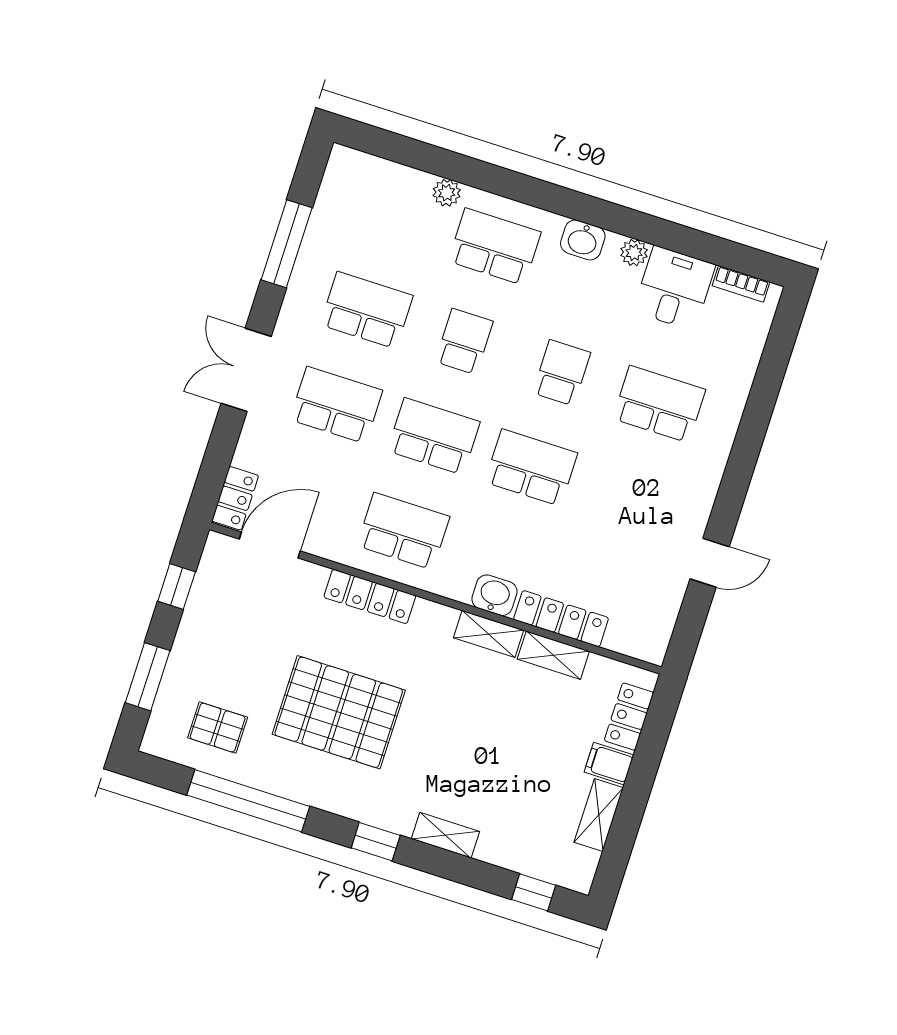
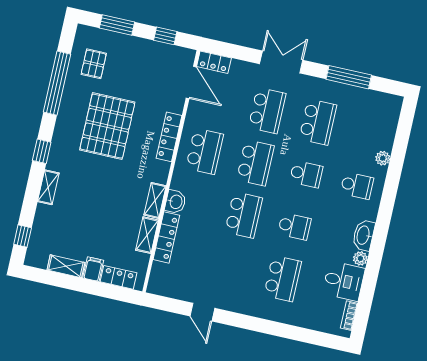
washbasin: (583, 240) -> (364, 235), width x1.38
school desk: (495, 247) -> (357, 186), width x0.54

